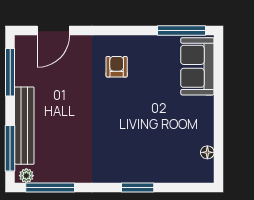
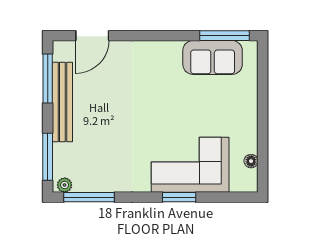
sofa: (197, 66) -> (213, 57), moved, turned -90
armchair: (117, 67) -> (158, 73), removed
bench: (24, 126) -> (62, 102), moved
corner sofa: (148, 156) -> (190, 165), added

